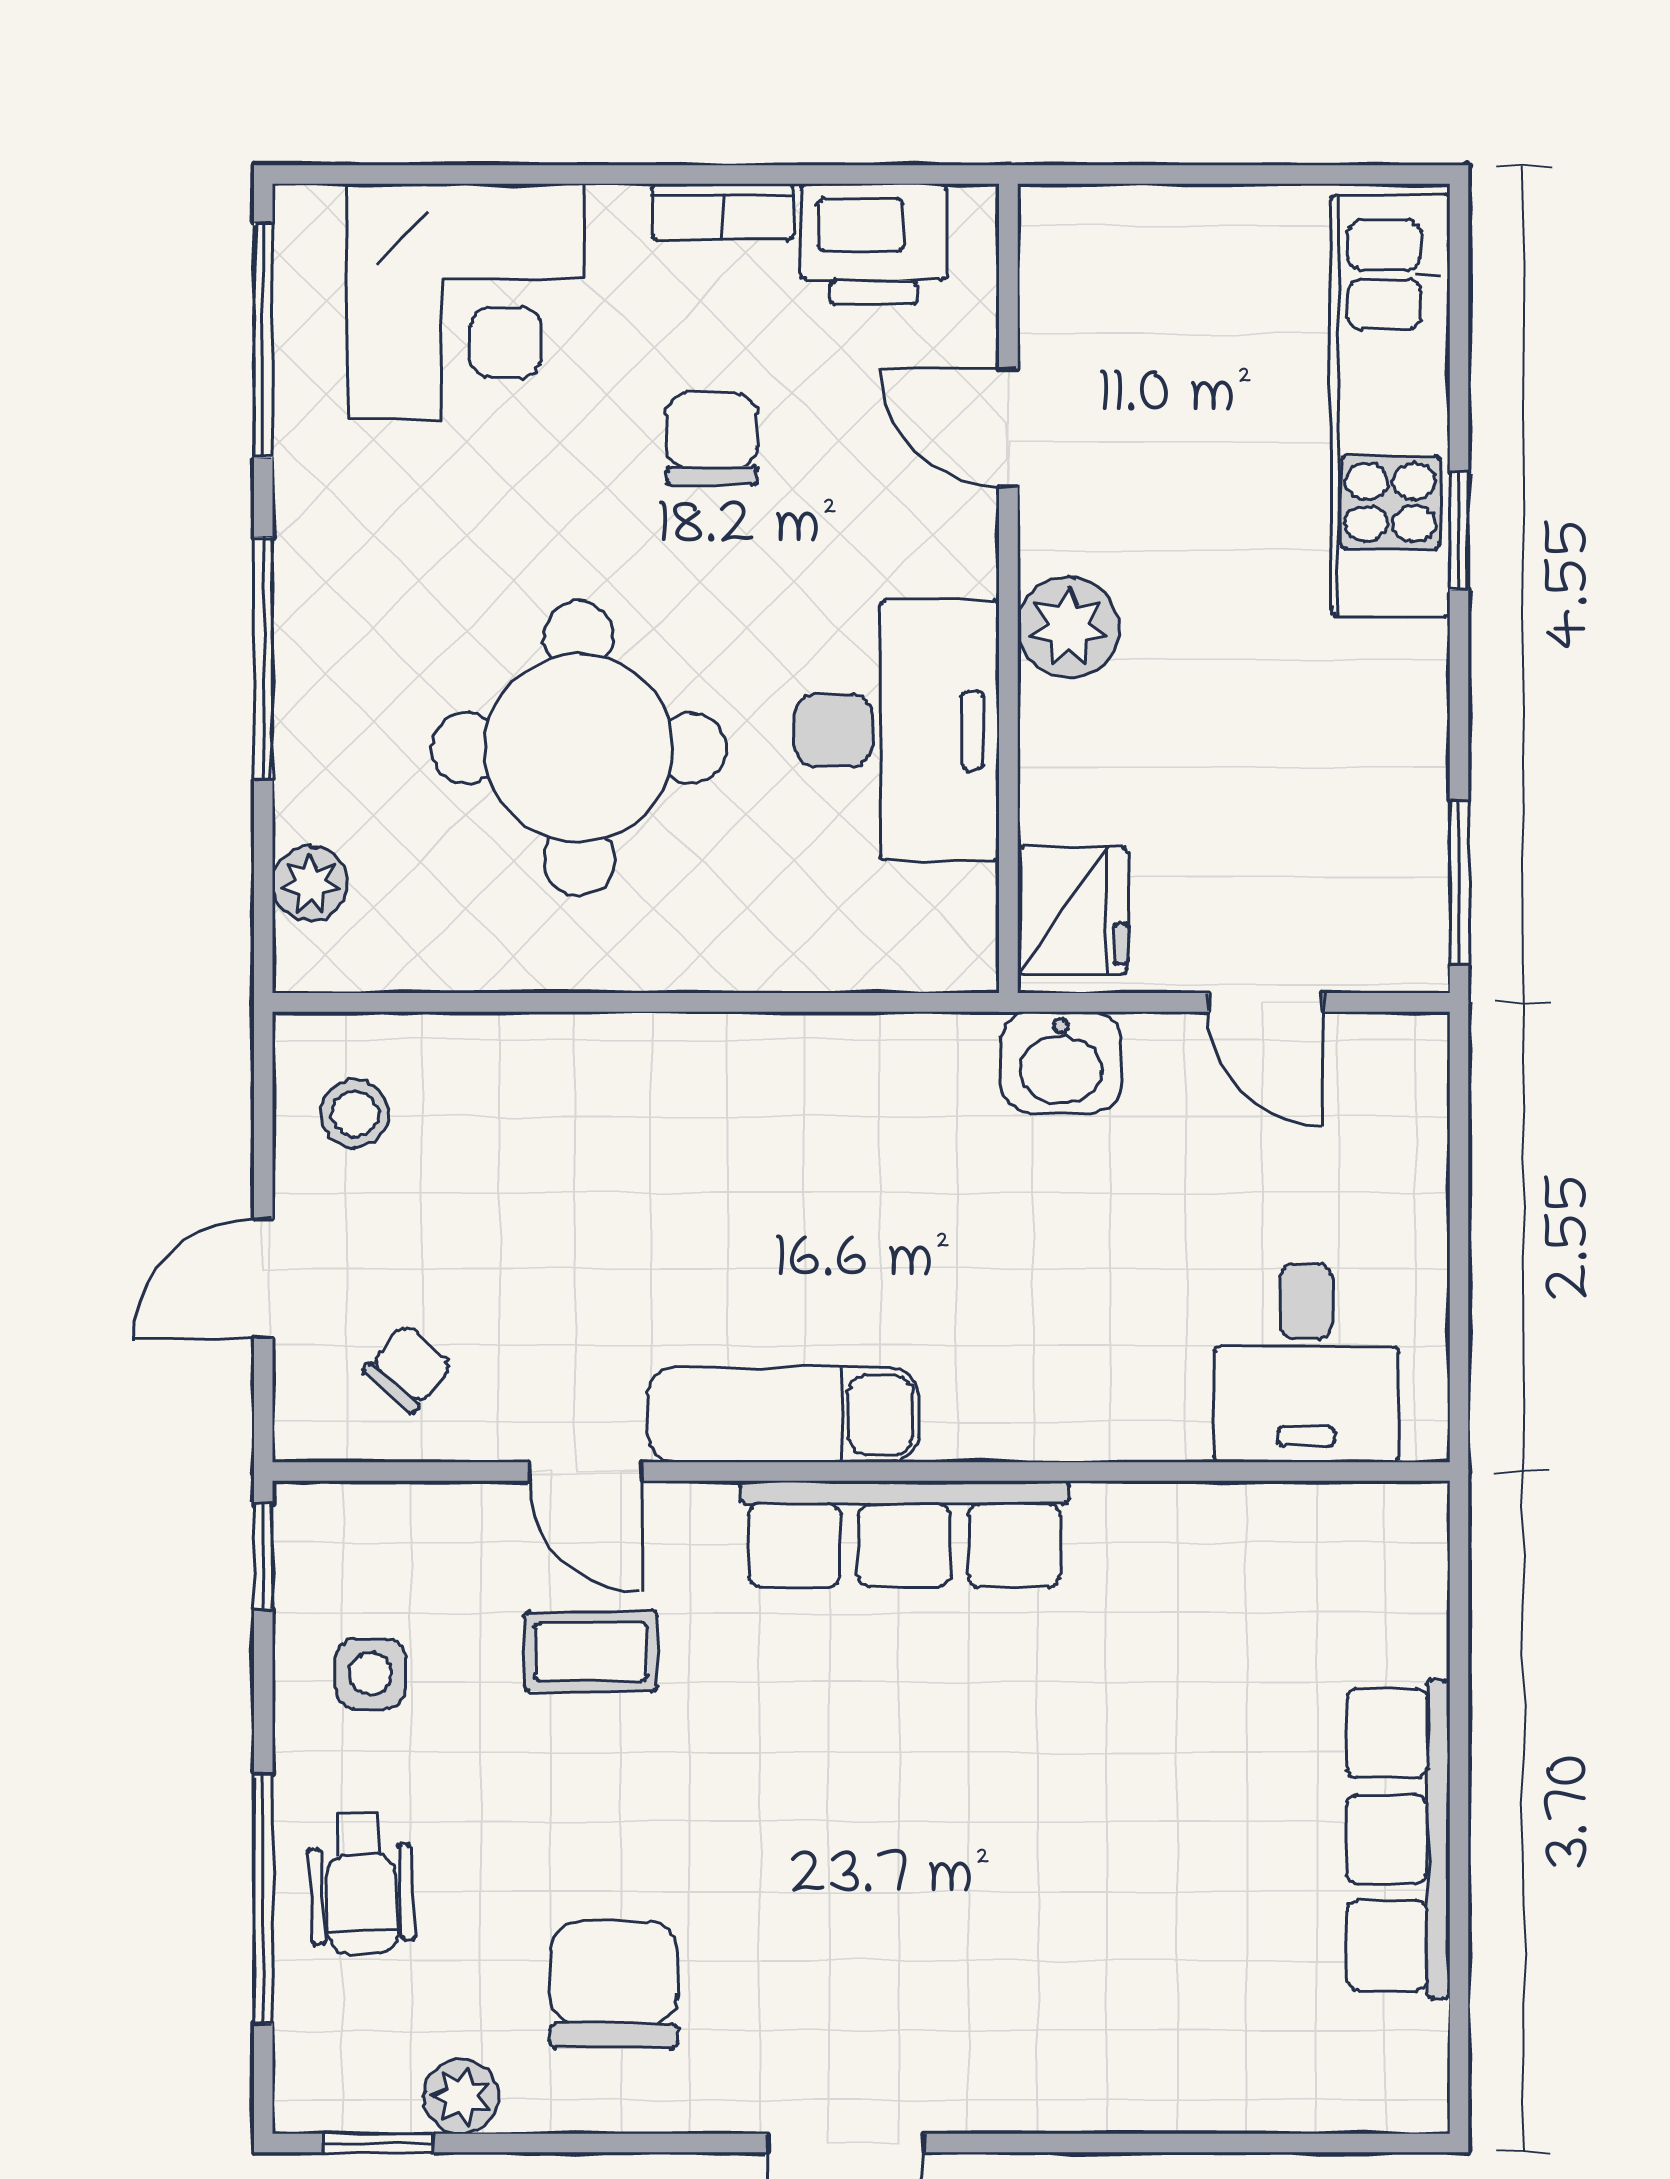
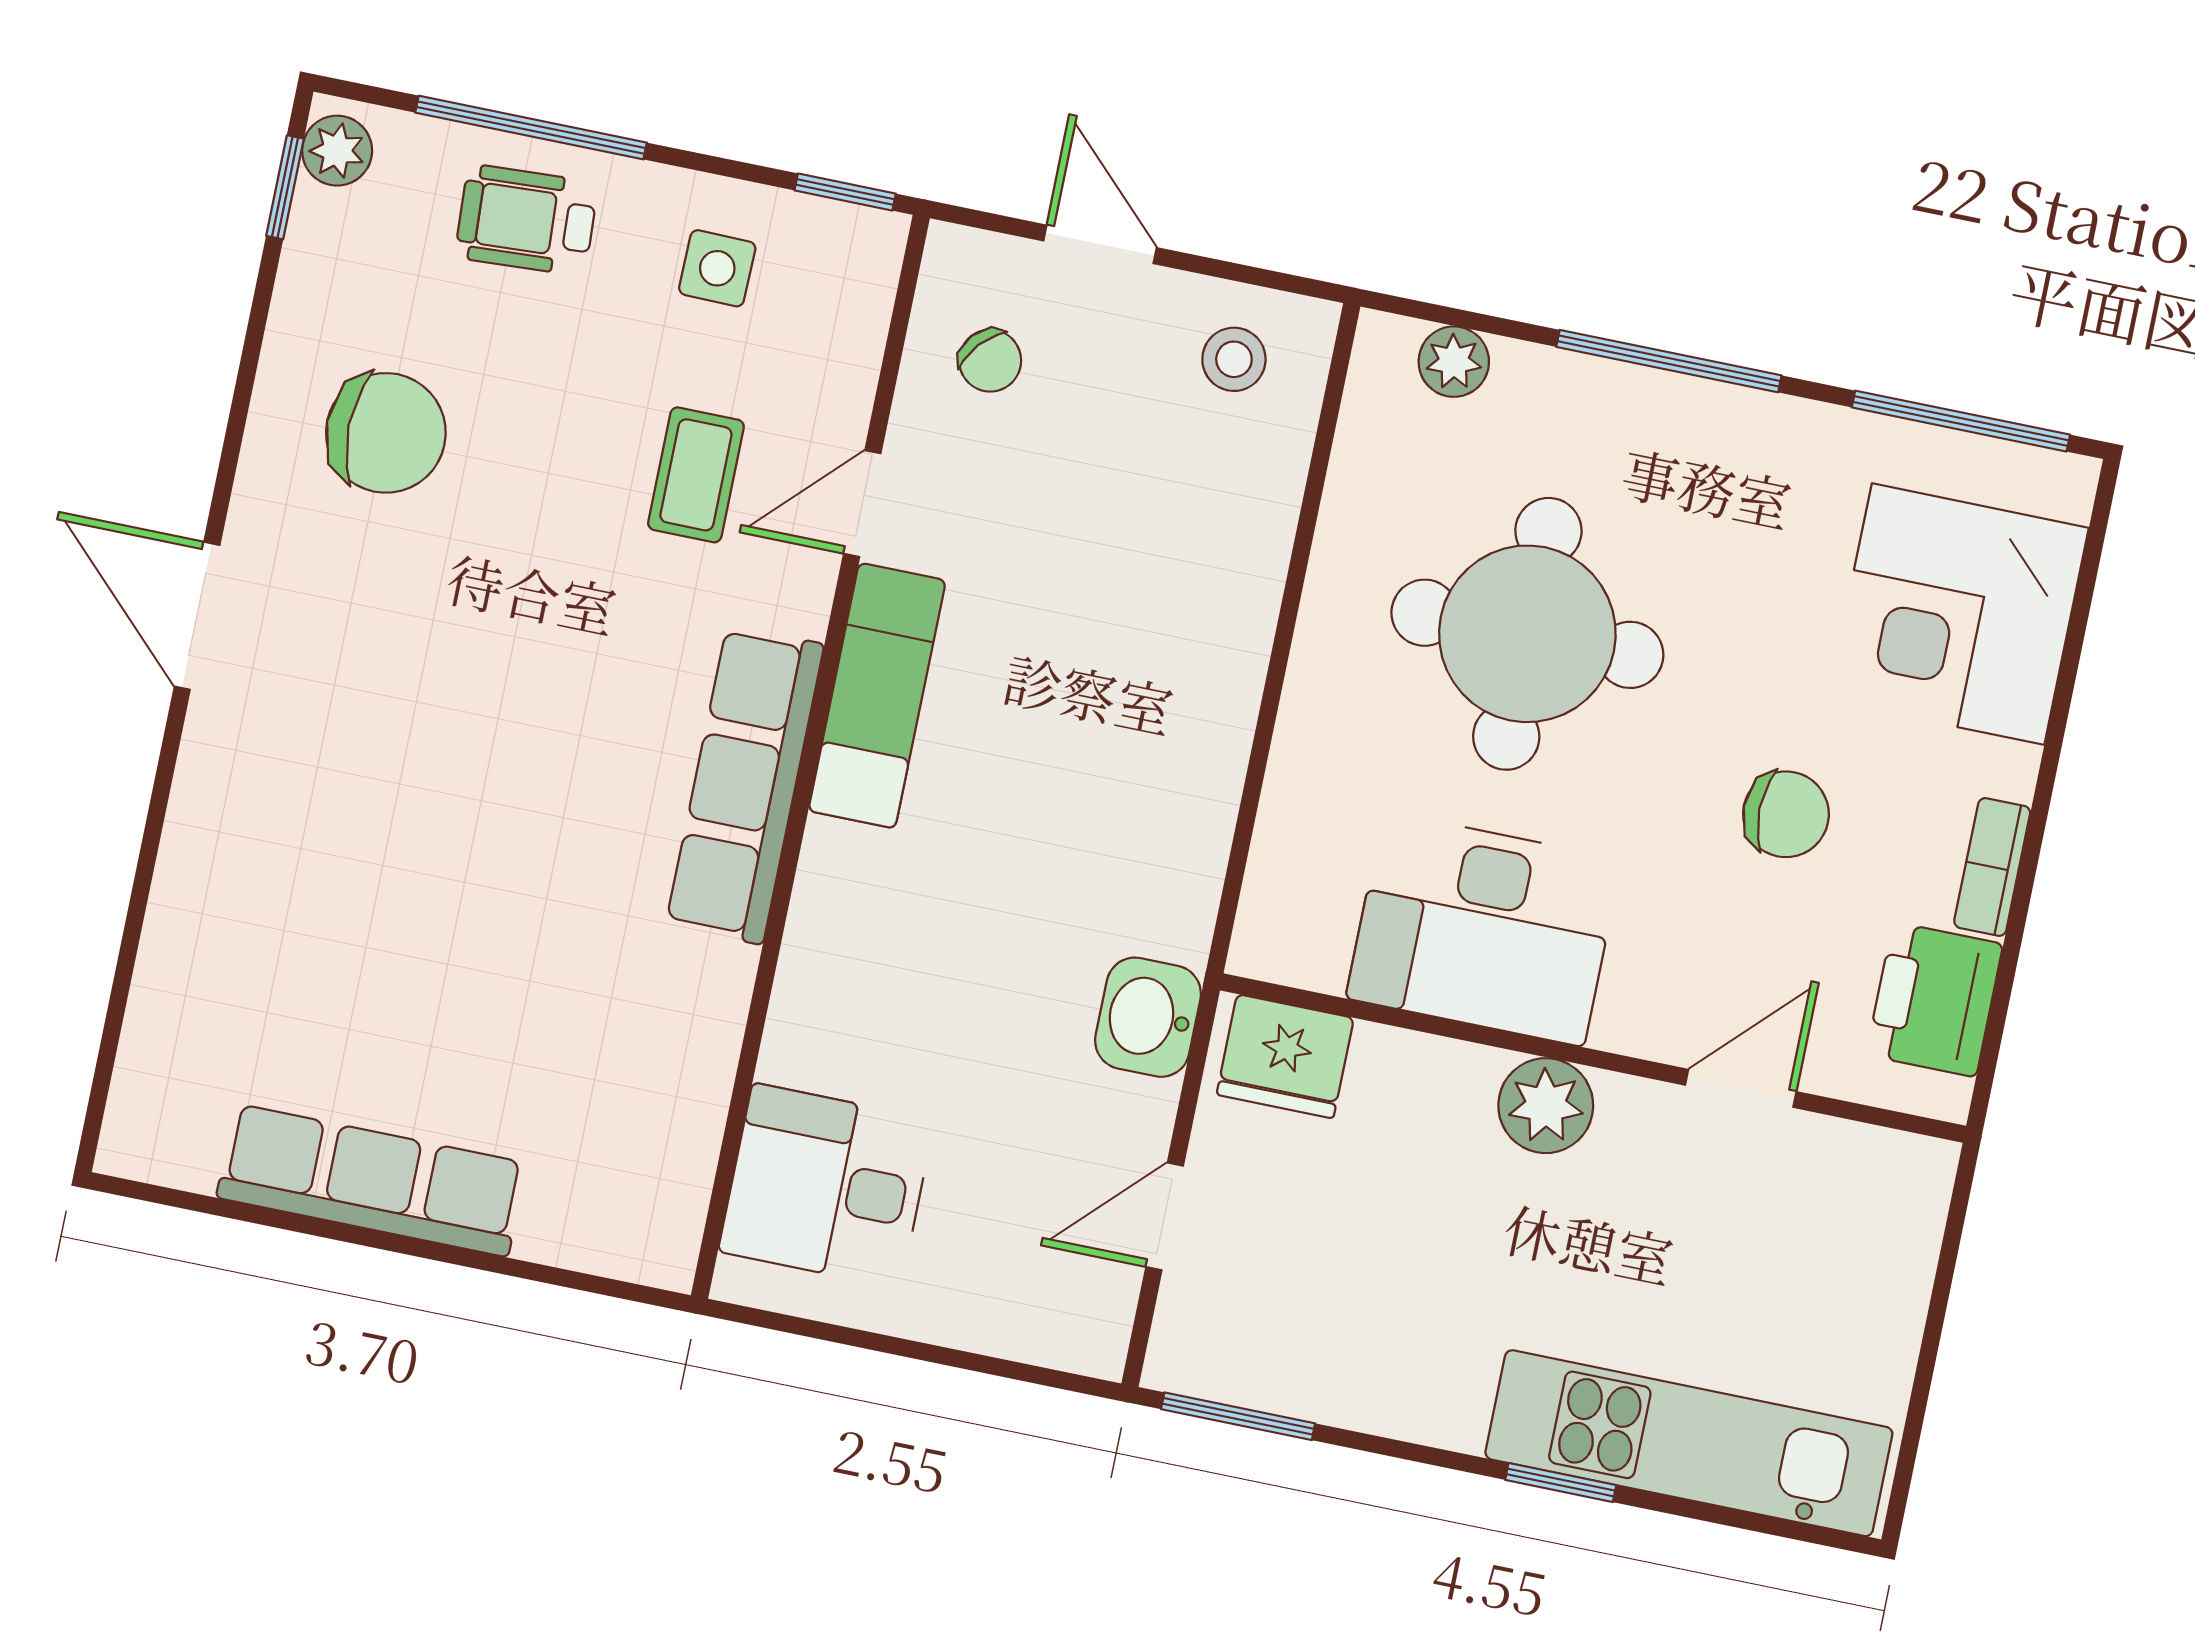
plant: (461, 2096) -> (337, 151), moved

